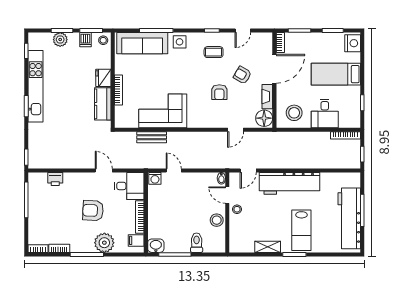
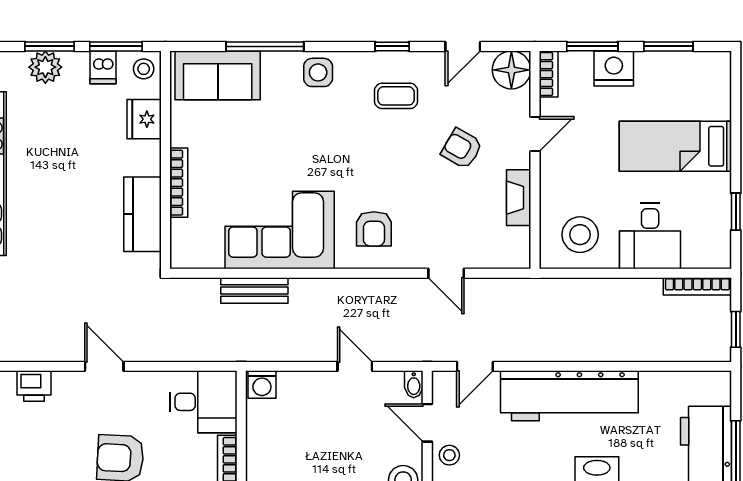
sofa: (142, 43) -> (218, 75), width x0.73
nightstand: (353, 43) -> (614, 68), moved, turned -90
door: (274, 69) -> (535, 134), width x0.53
fridge: (103, 78) -> (144, 119), moved
armchair: (219, 92) -> (374, 229), moved
floor lamp: (264, 118) -> (511, 70), moved
door: (236, 130) -> (446, 273), hinge flipped
door: (104, 170) -> (104, 366), moved
door: (174, 170) -> (355, 366), moved

